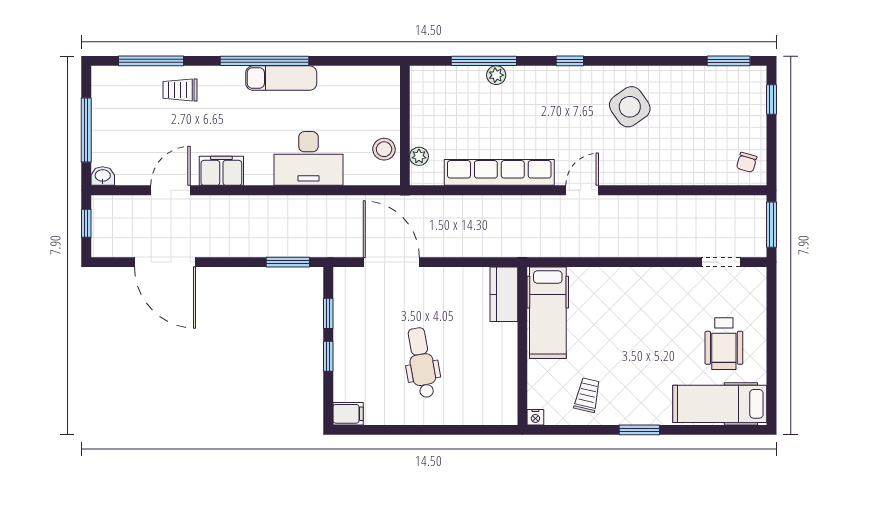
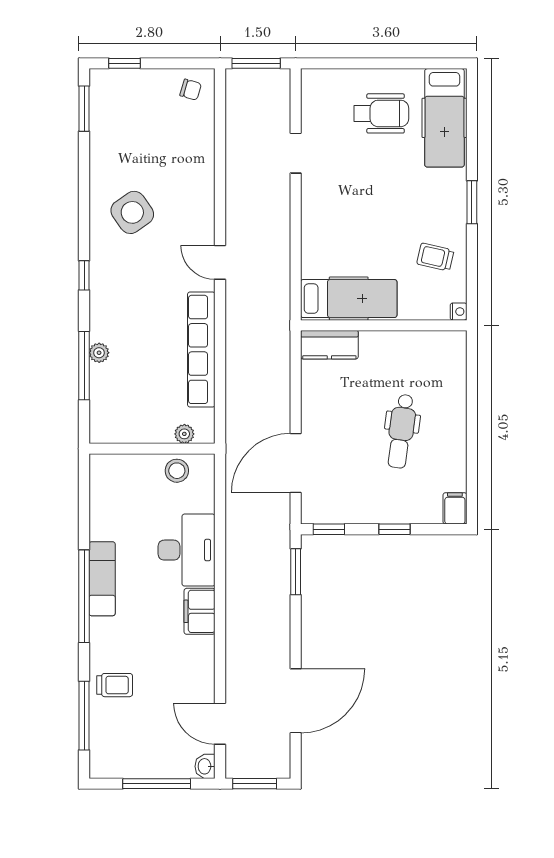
trolley: (180, 90) -> (115, 685), turned -90
filing cabinet: (221, 171) -> (200, 611), moved
door: (170, 190) -> (220, 724), moved
window: (86, 223) -> (255, 784), width x1.50
doorway: (721, 262) -> (296, 153), moved
window: (328, 313) -> (329, 529), moved
dental chair: (422, 363) -> (401, 431), turned -72

